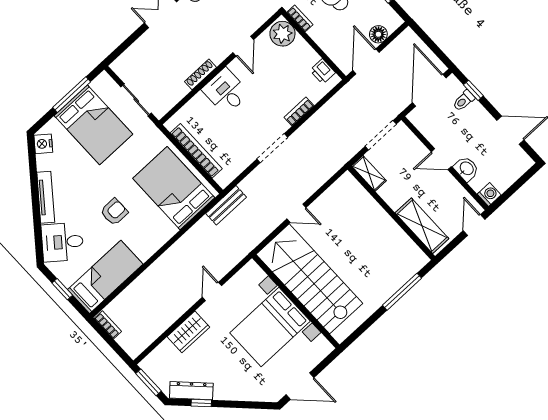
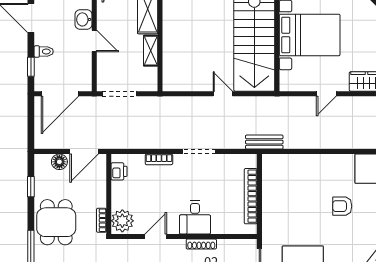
toilet: (464, 101) -> (44, 51), moved
shelving: (369, 173) -> (151, 51), moved
bed: (174, 188) -> (288, 185), removed

